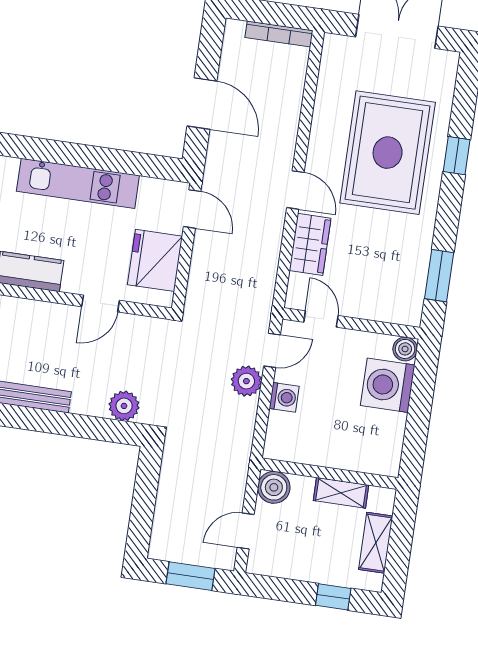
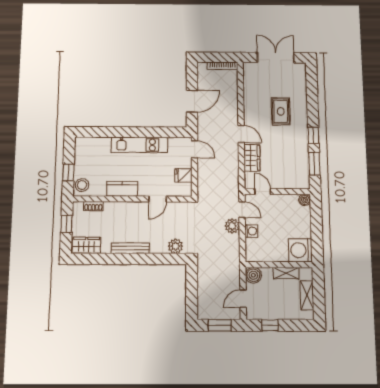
door: (202, 104) -> (192, 101), hinge flipped
rug: (388, 153) -> (281, 111), width x0.54, depth x0.49
window: (457, 156) -> (313, 135), moved
fridge: (155, 260) -> (183, 175), width x0.53, depth x0.75
door: (272, 350) -> (242, 210), hinge flipped
washing machine: (388, 385) -> (300, 250), moved
window: (333, 597) -> (270, 325), moved

